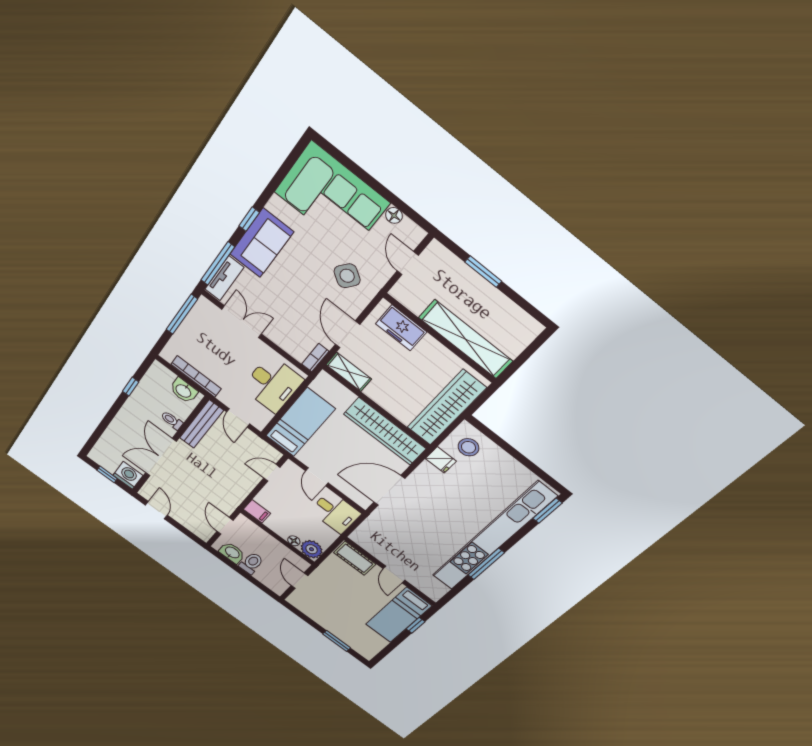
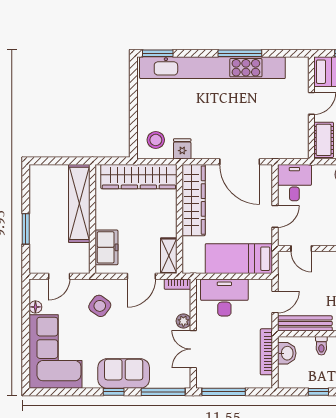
tv unit: (224, 278) -> (170, 381), removed
plant: (276, 335) -> (183, 321), added

